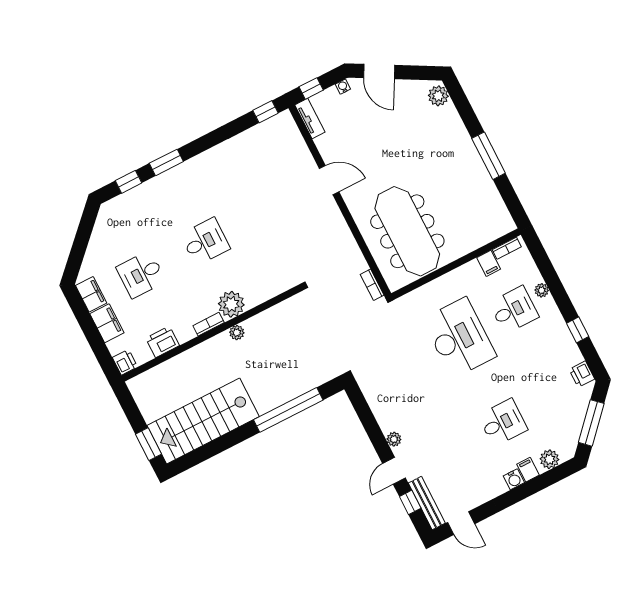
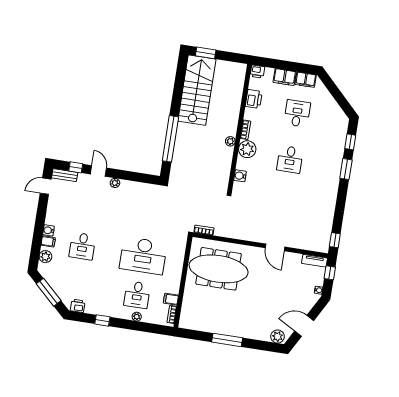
door: (379, 72) -> (304, 326), moved
door: (329, 180) -> (275, 247), hinge flipped
water cooler: (271, 289) -> (240, 176), added
bench: (427, 503) -> (65, 175), width x0.73

